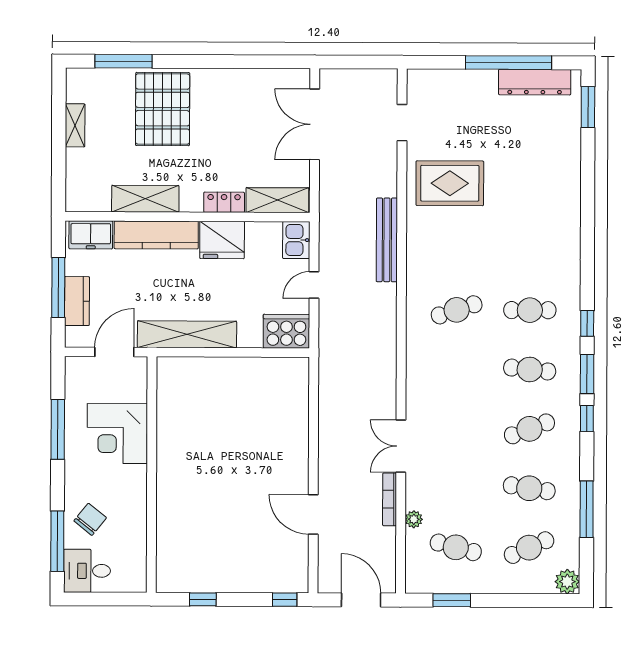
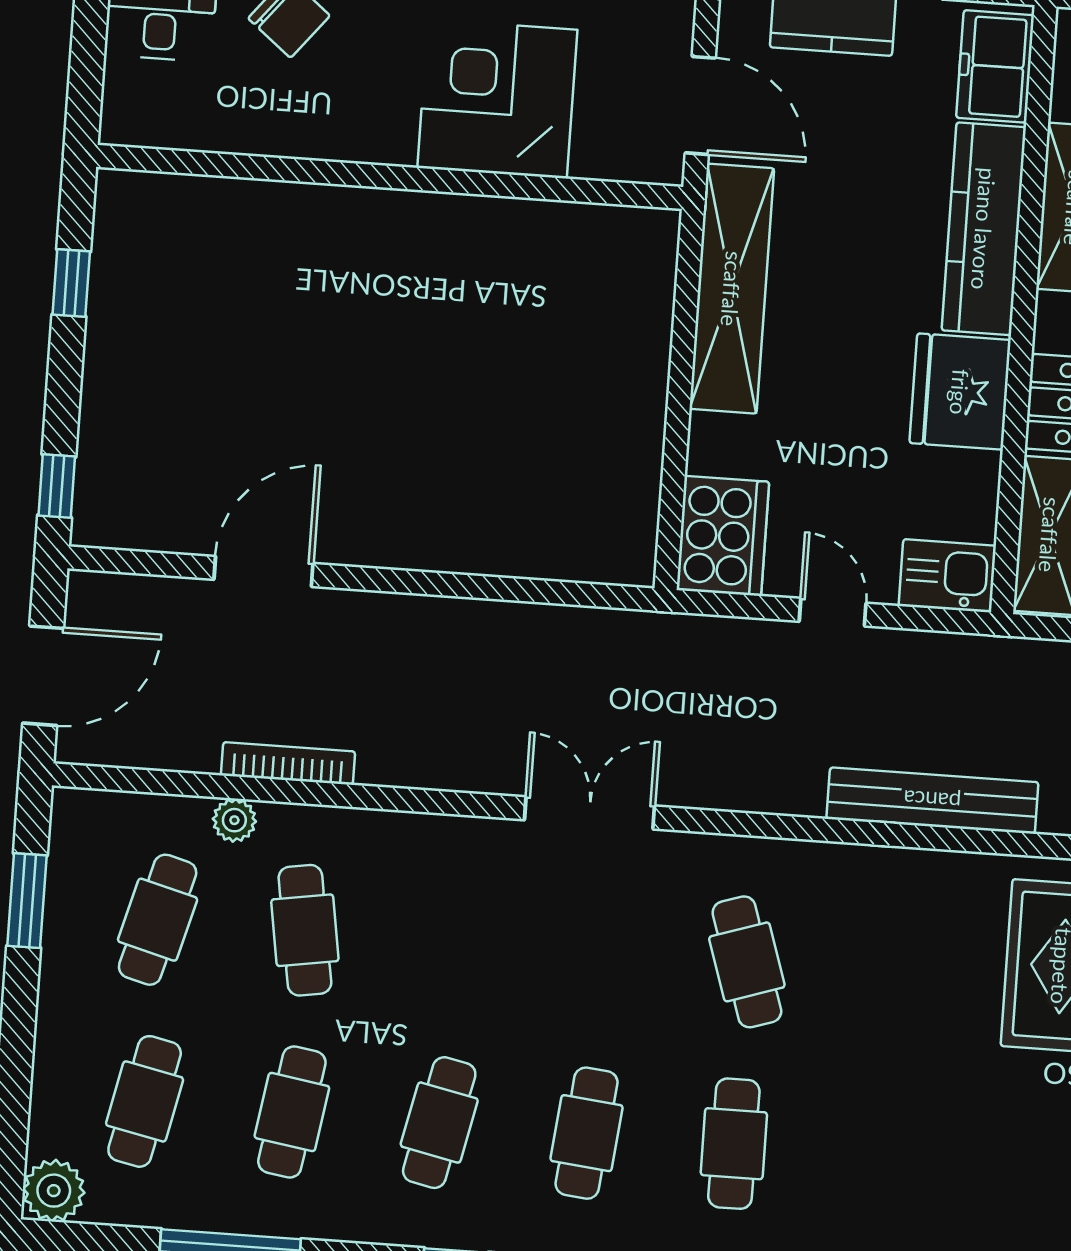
cafe table: (529, 429) -> (439, 1123), turned 33
double door: (401, 446) -> (590, 813), moved
cafe table: (456, 488) -> (305, 930), added
cafe table: (529, 548) -> (145, 1101), turned 36

